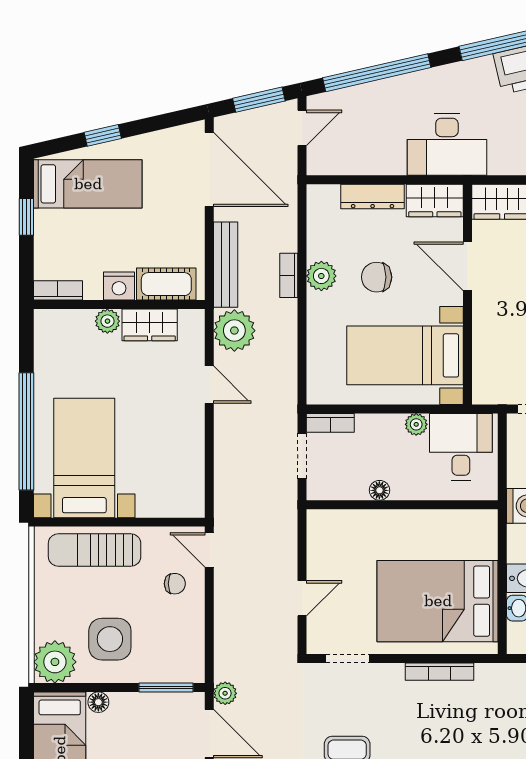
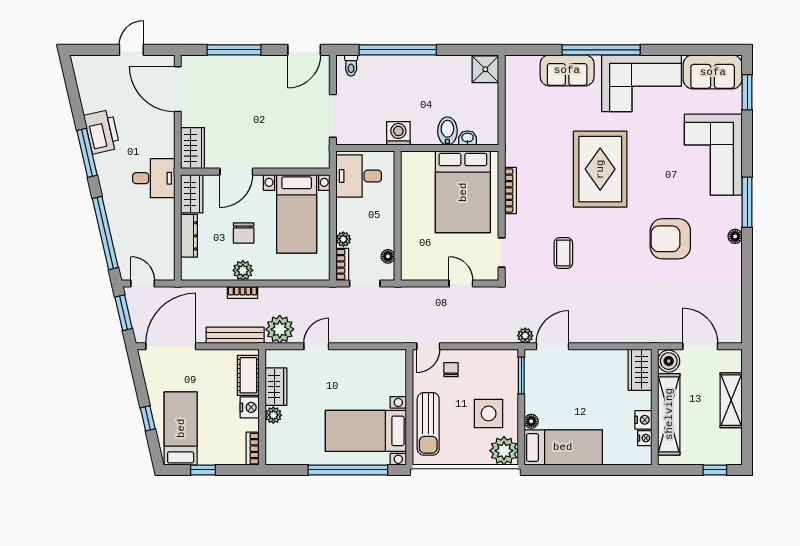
desk: (447, 144) -> (154, 178), width x0.73
plant: (416, 424) -> (343, 239), moved
floor lamp: (379, 490) -> (388, 256), moved

